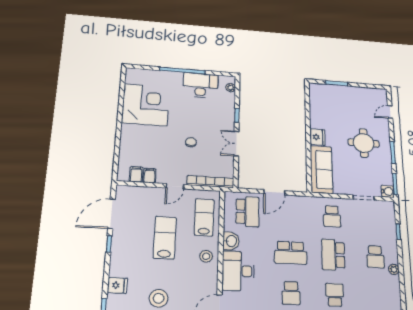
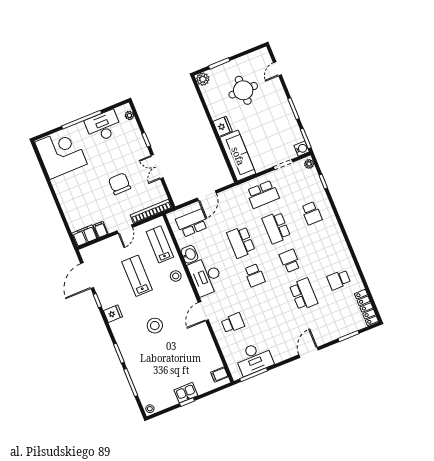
plant: (316, 89) -> (203, 79), added
corner desk: (146, 105) -> (61, 153), moved
chair: (191, 142) -> (120, 184), width x1.87, depth x1.87
round table: (364, 143) -> (243, 90), moved
filing cabinet: (136, 174) -> (85, 236), width x2.00
school desk: (248, 212) -> (192, 223), turned -90
school desk: (332, 216) -> (263, 194), width x1.85
school desk: (291, 253) -> (241, 242), turned 90
plant: (394, 269) -> (309, 164), moved
fridge: (117, 285) -> (113, 314), moved

